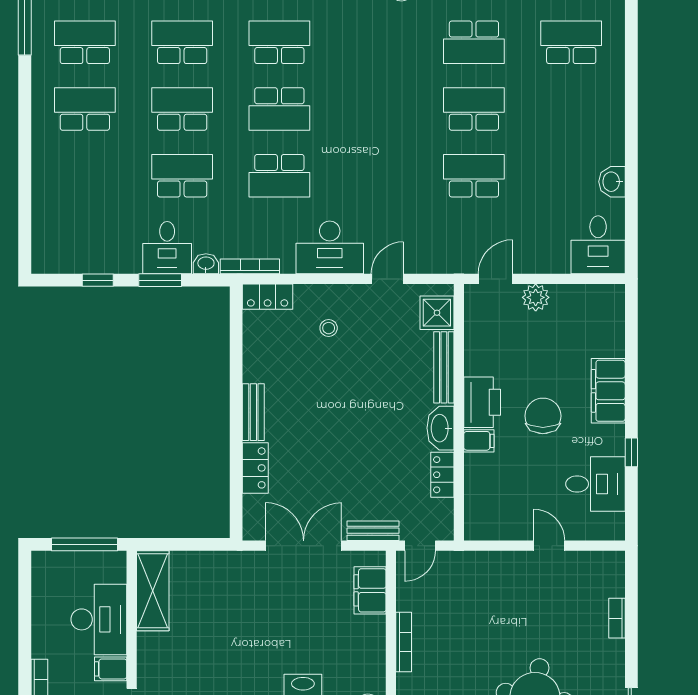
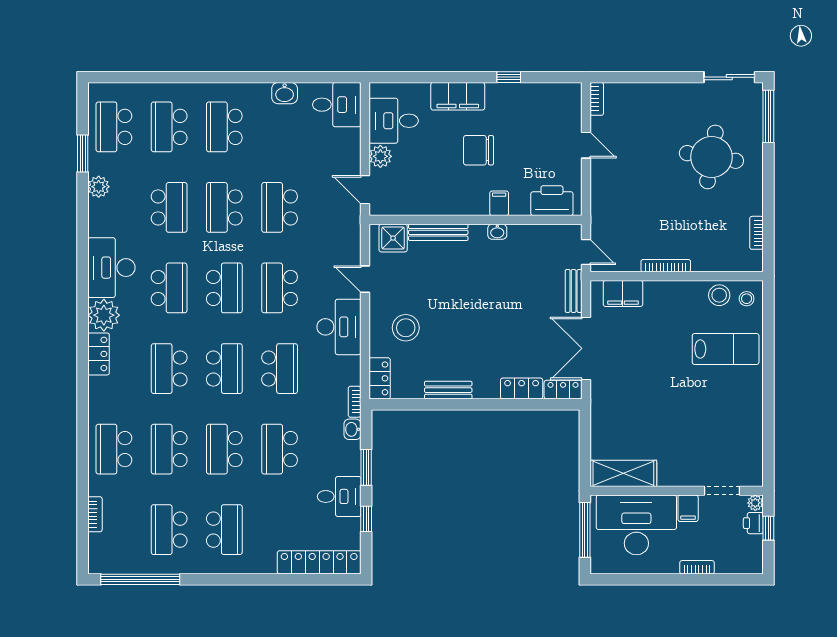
school desk: (377, 42) -> (169, 288), added
school desk: (85, 109) -> (224, 530), turned 180
school desk: (377, 109) -> (224, 288), added
school desk: (571, 109) -> (224, 127), added
school desk: (377, 176) -> (280, 288), added
locker: (45, 223) -> (319, 562), added
desk: (167, 248) -> (339, 496), moved
bookcase: (250, 266) -> (355, 402), width x0.64
stool: (329, 328) -> (406, 328), width x1.89, depth x1.89
printer: (482, 402) -> (552, 201), moved
bench: (253, 412) -> (448, 390), moved
washbasin: (440, 428) -> (497, 232), width x0.52, depth x0.69
locker: (442, 475) -> (563, 390), moved, turned 180
desk: (595, 484) -> (394, 121), moved, turned -90
door: (549, 546) -> (586, 145), swing flipped
bookcase: (617, 618) -> (597, 99), moved, turned -90
desk: (99, 619) -> (636, 525), width x1.36, depth x1.30

